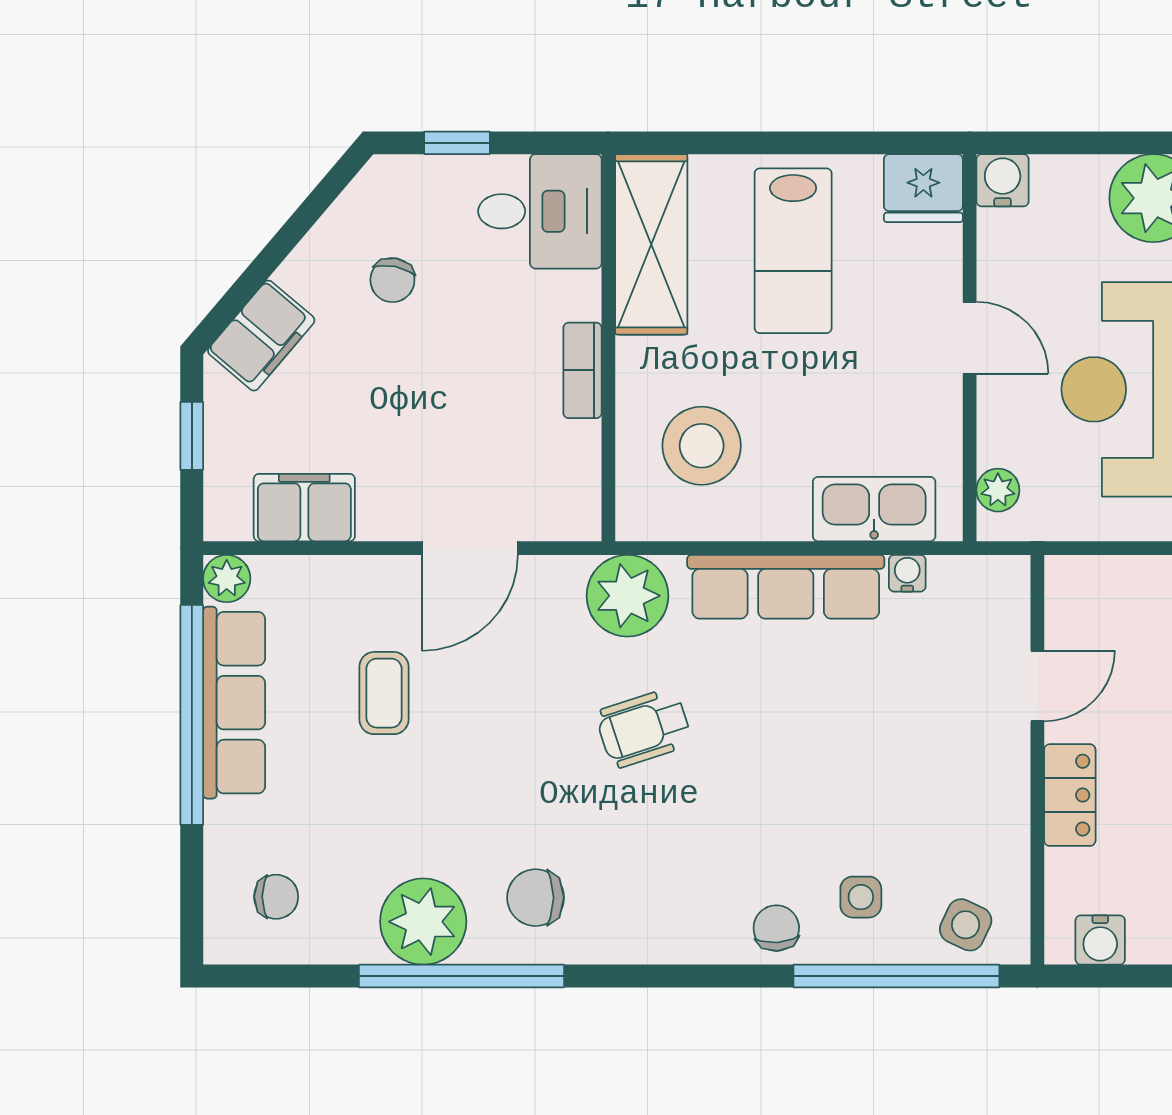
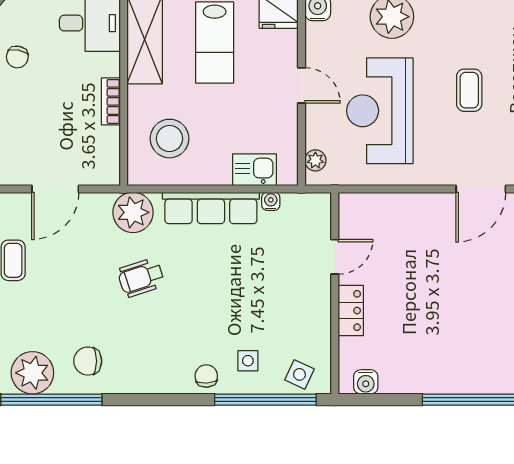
kitchen sink: (874, 509) -> (254, 170), width x0.73

